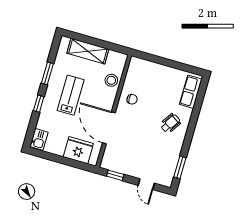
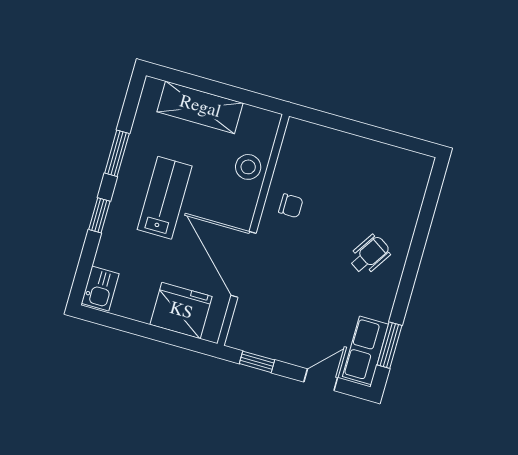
row of seats: (191, 92) -> (366, 350), moved
door: (146, 184) -> (321, 380), swing flipped

